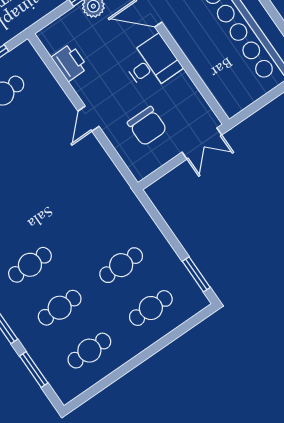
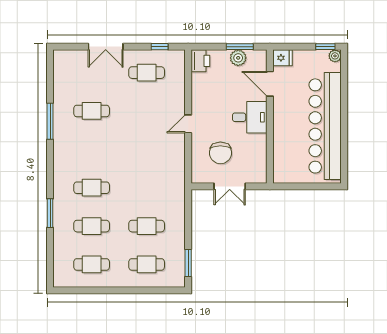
printer: (70, 62) -> (200, 61), moved
double door: (202, 144) -> (230, 186), moved
window: (34, 370) -> (50, 253), removed

